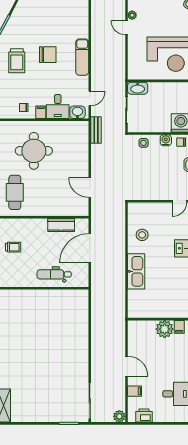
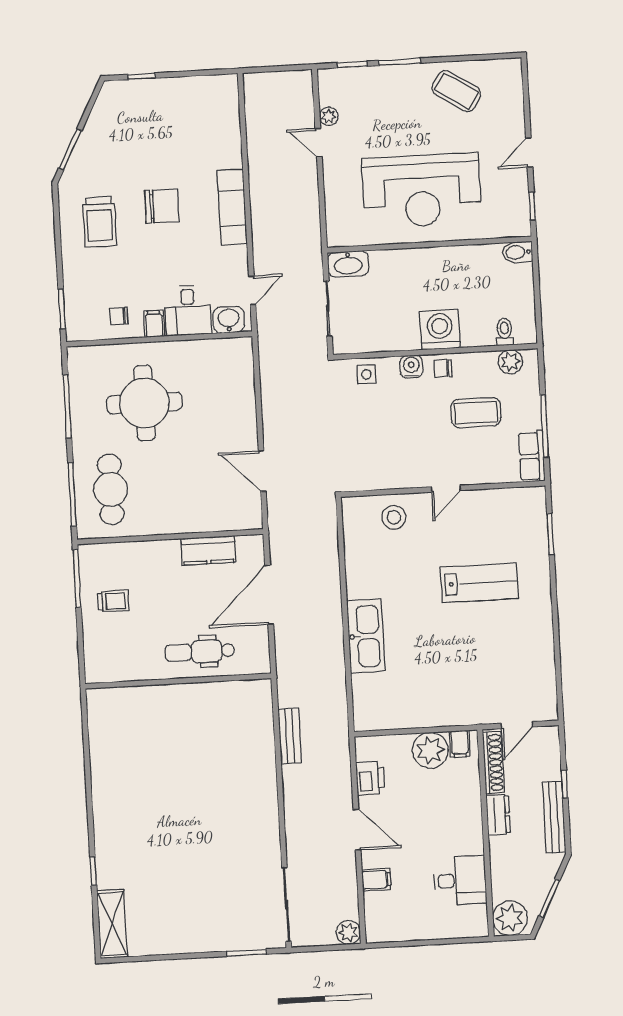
bench: (96, 130) -> (290, 736), moved
stool: (142, 235) -> (394, 517), moved
printer: (144, 416) -> (370, 778), moved, turned 90

